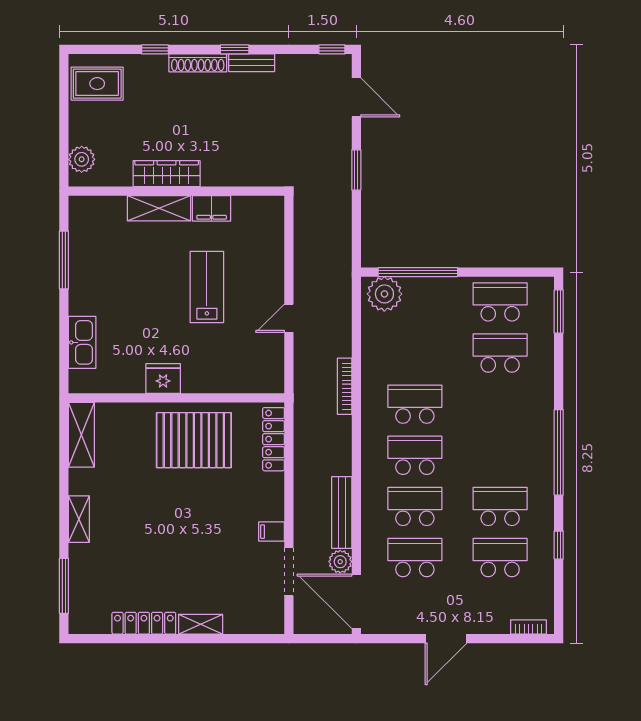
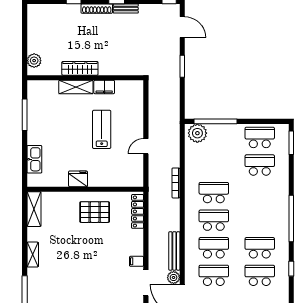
rug: (97, 84) -> (42, 20), removed
pallet: (194, 440) -> (95, 212), width x0.73, depth x0.71

